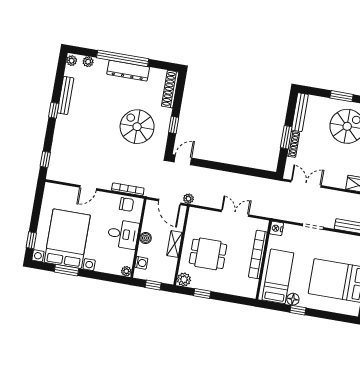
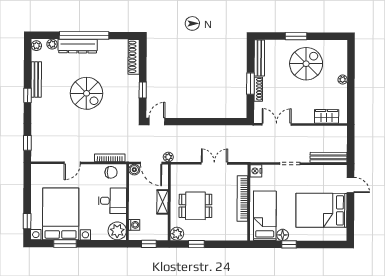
dresser: (128, 71) -> (78, 46), moved
spiral stairs: (137, 127) -> (87, 93), moved, turned 180
boiler: (146, 238) -> (134, 170), moved
plant: (126, 271) -> (117, 231), width x1.88, depth x1.88

